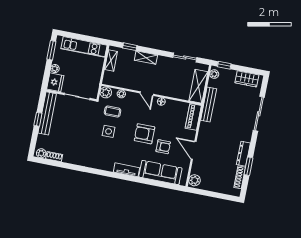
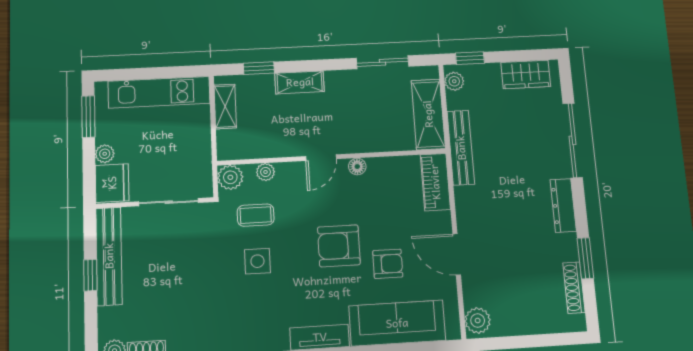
door: (147, 94) -> (321, 158), hinge flipped
dresser: (243, 154) -> (563, 205), moved

